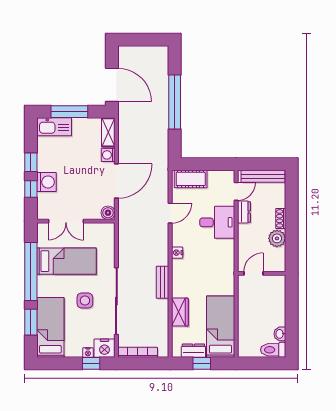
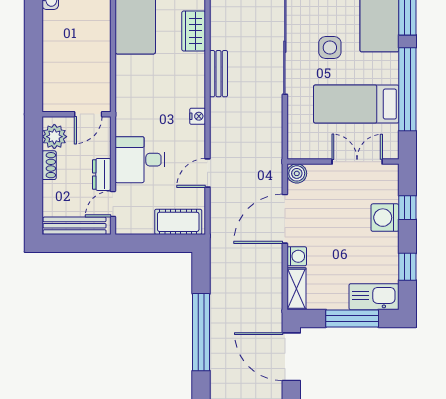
window: (31, 162) -> (407, 267), moved
door: (253, 273) -> (88, 114), moved
wall: (262, 273) -> (76, 114), moved

